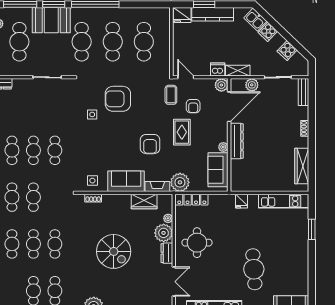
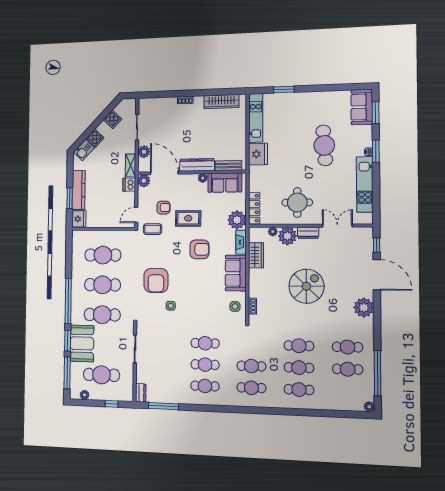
bench: (304, 92) -> (228, 166), moved
fridge: (241, 201) -> (258, 154), width x1.88, depth x1.34
cafe table: (254, 269) -> (324, 145), turned 90

